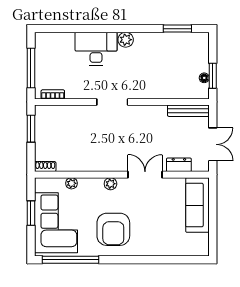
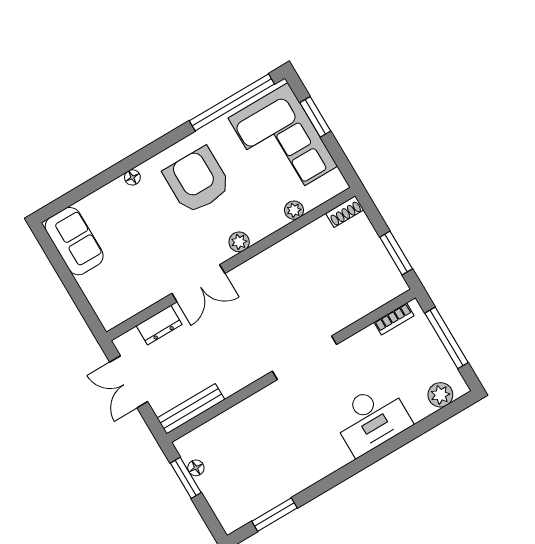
plant: (126, 40) -> (440, 395), moved
doorway: (112, 102) -> (305, 358), width x1.36
sofa: (197, 205) -> (74, 241), moved, width x0.73
window: (31, 213) -> (315, 117), moved
floor lamp: (147, 251) -> (132, 177), added

